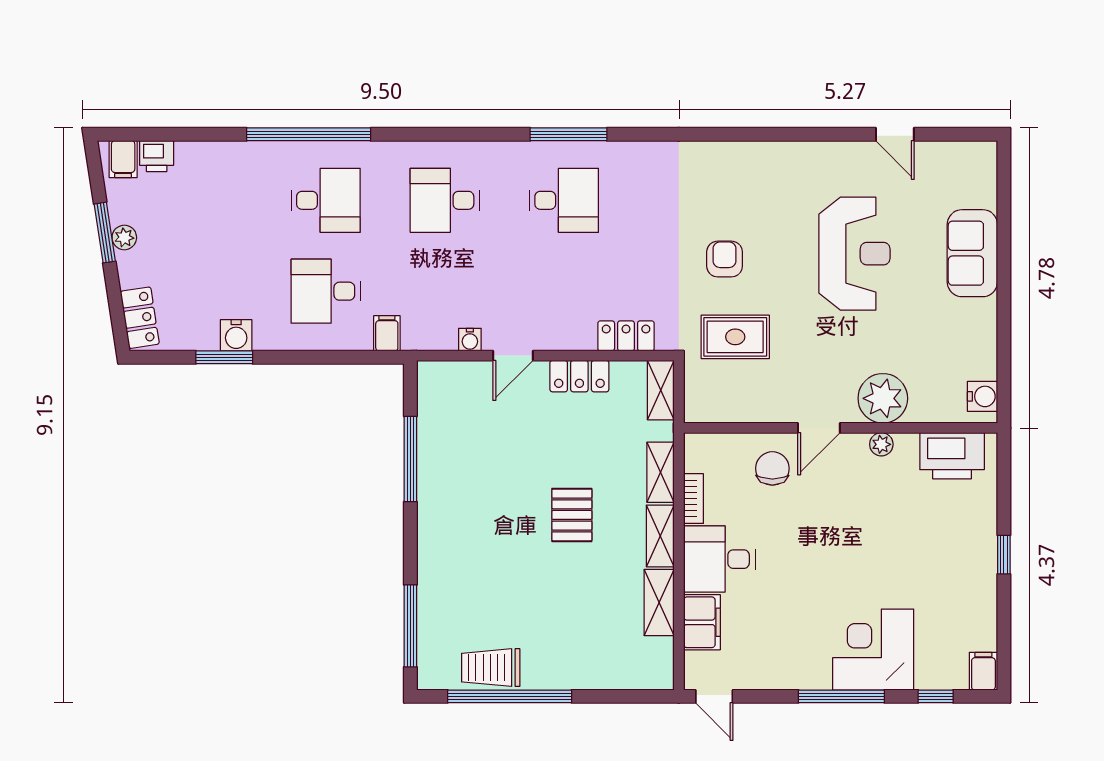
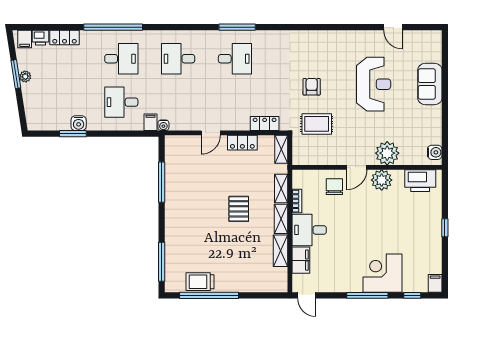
locker: (140, 318) -> (65, 38), moved, turned 99
water cooler: (470, 340) -> (163, 125), moved
plant: (881, 444) -> (382, 180), width x1.87, depth x1.87

